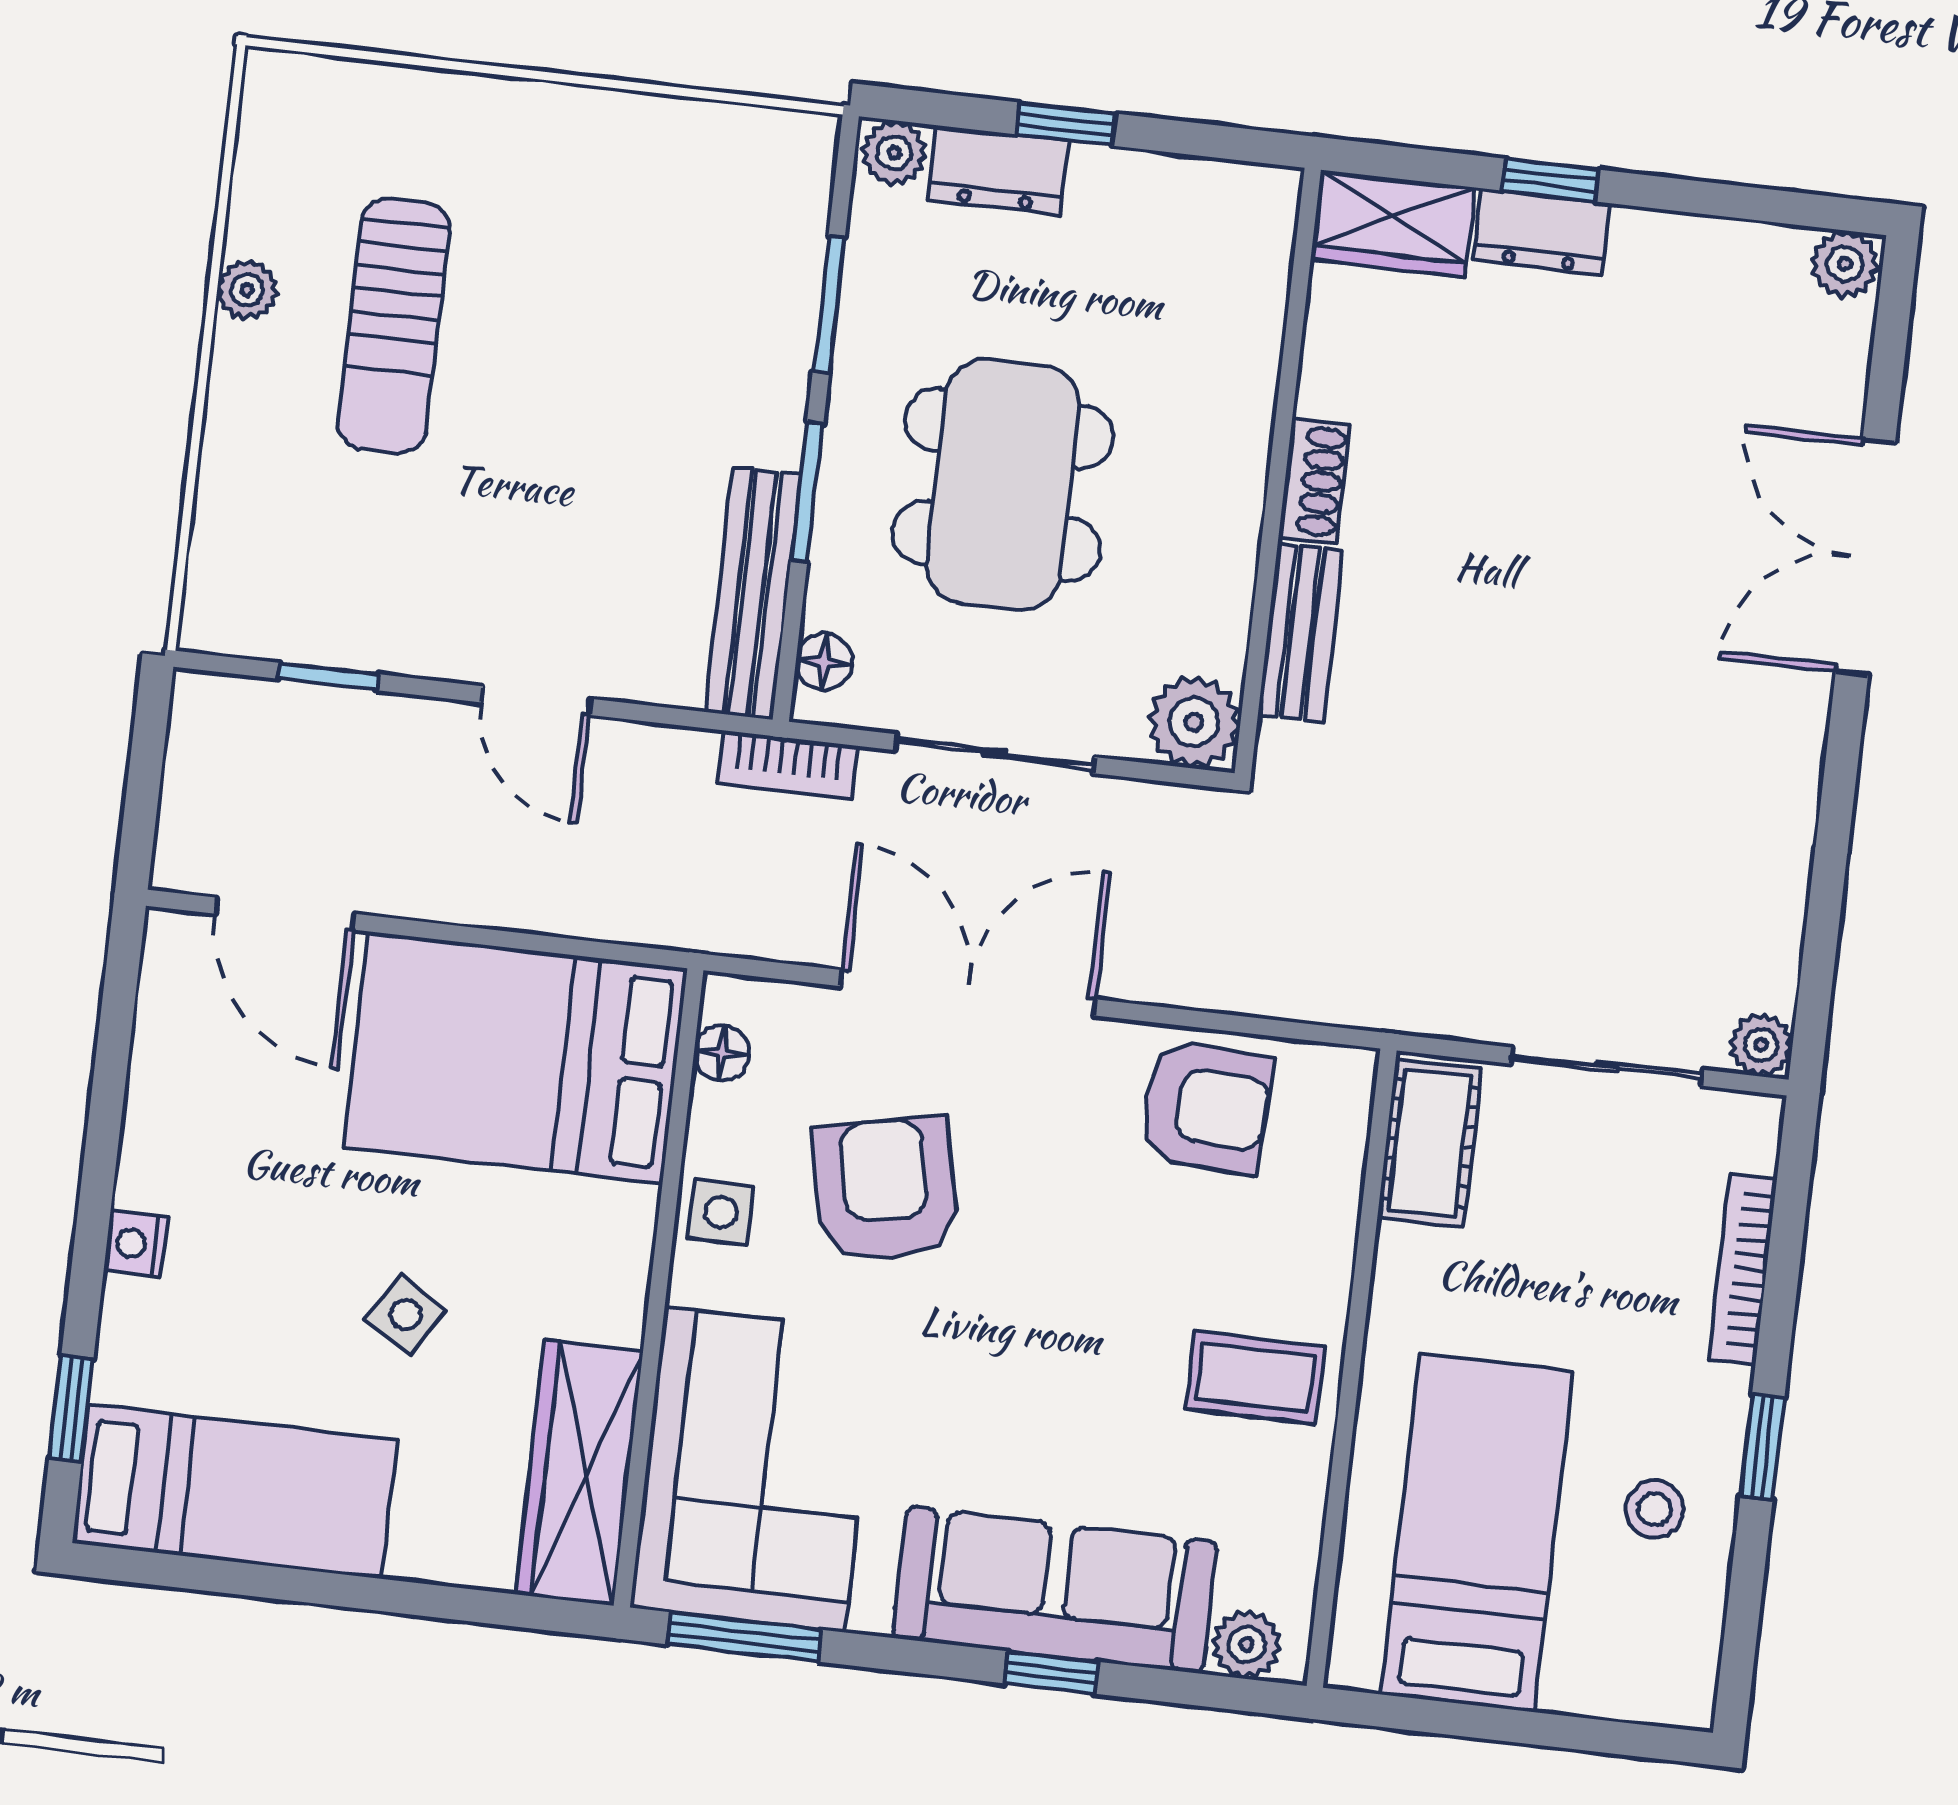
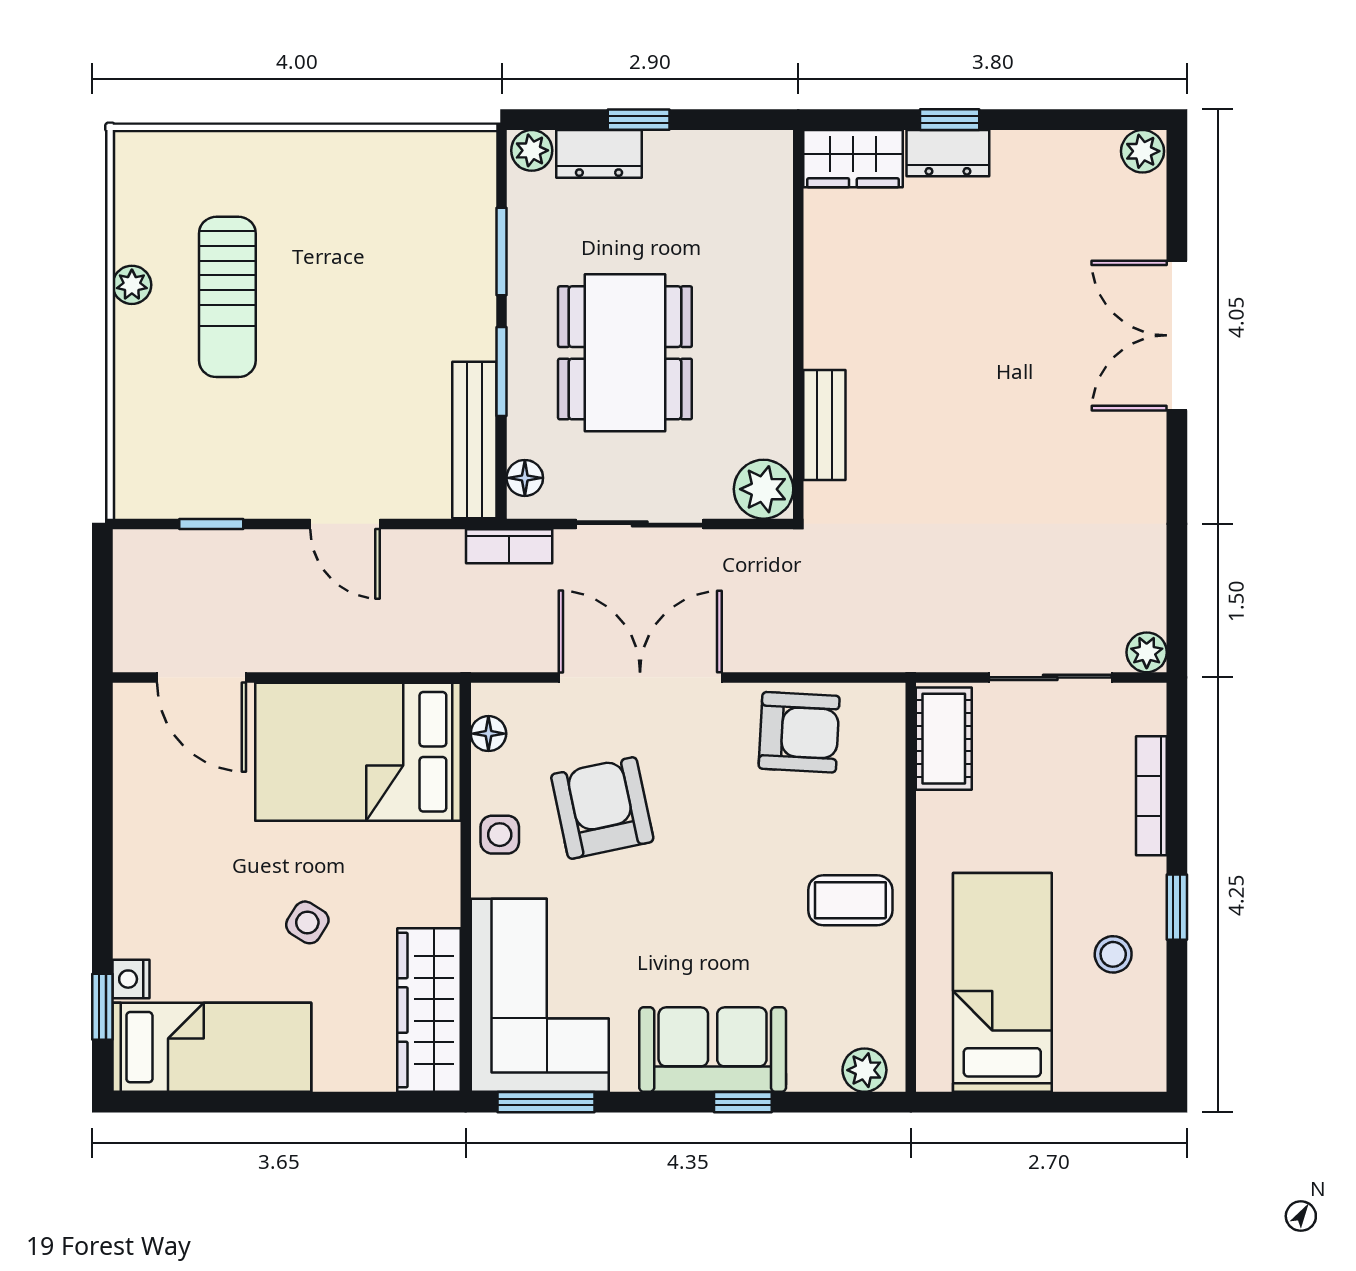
shoe rack: (1314, 481) -> (822, 328), removed
nightstand: (135, 1244) -> (131, 979), moved
sofa: (1055, 1590) -> (713, 1050), width x0.73

